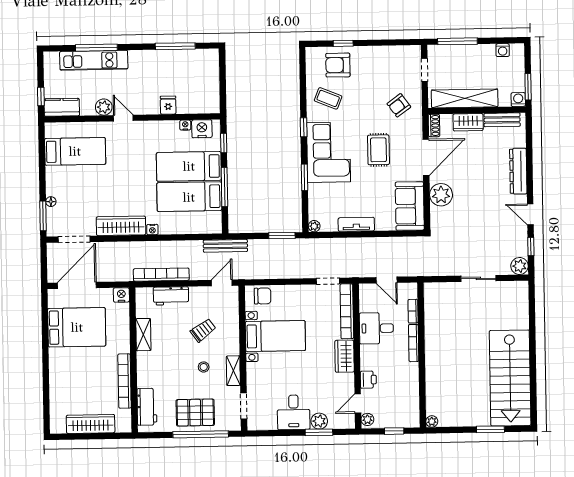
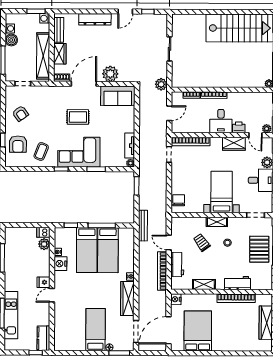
boiler: (486, 52) -> (11, 40), added
dishwasher: (213, 104) -> (43, 232), added
fridge: (168, 105) -> (43, 282), moved
armchair: (399, 105) -> (20, 114), moved
plant: (104, 107) -> (44, 244), moved
nightstand: (202, 129) -> (60, 264), moved
bed: (75, 151) -> (96, 330), moved
door: (426, 157) -> (84, 84), hinge flipped
tv unit: (356, 224) -> (130, 146), moved
plant: (519, 266) -> (161, 84), moved
door: (222, 283) -> (169, 243), moved
door: (77, 285) -> (168, 330), hinge flipped
desk: (376, 328) -> (221, 121), moved
bed with nightstands: (275, 336) -> (222, 192), moved
wardrobe: (345, 356) -> (234, 144), moved
shelving: (233, 371) -> (217, 222), moved
workbench: (147, 407) -> (238, 283), moved

